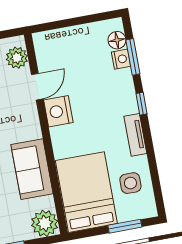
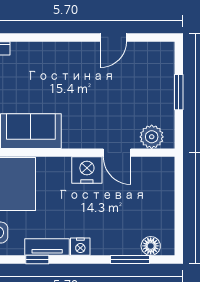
nightstand: (121, 59) -> (80, 247), moved
window: (141, 104) -> (37, 260), moved

